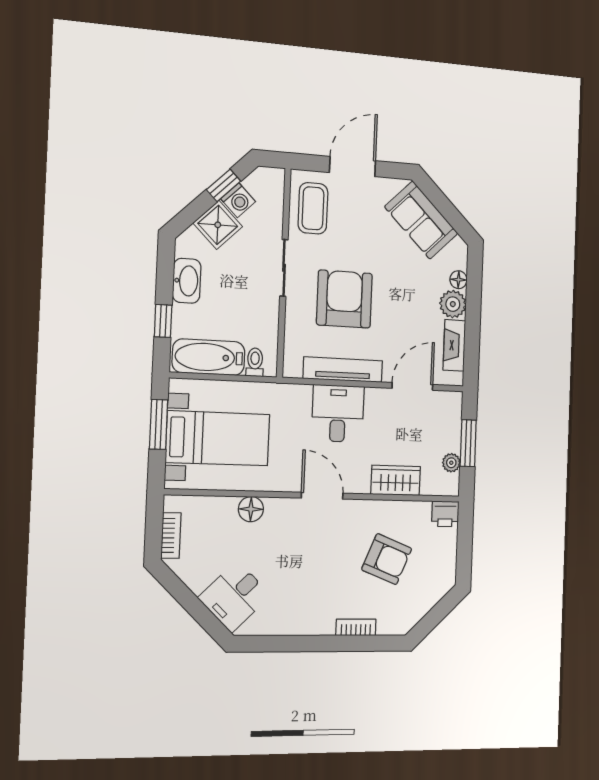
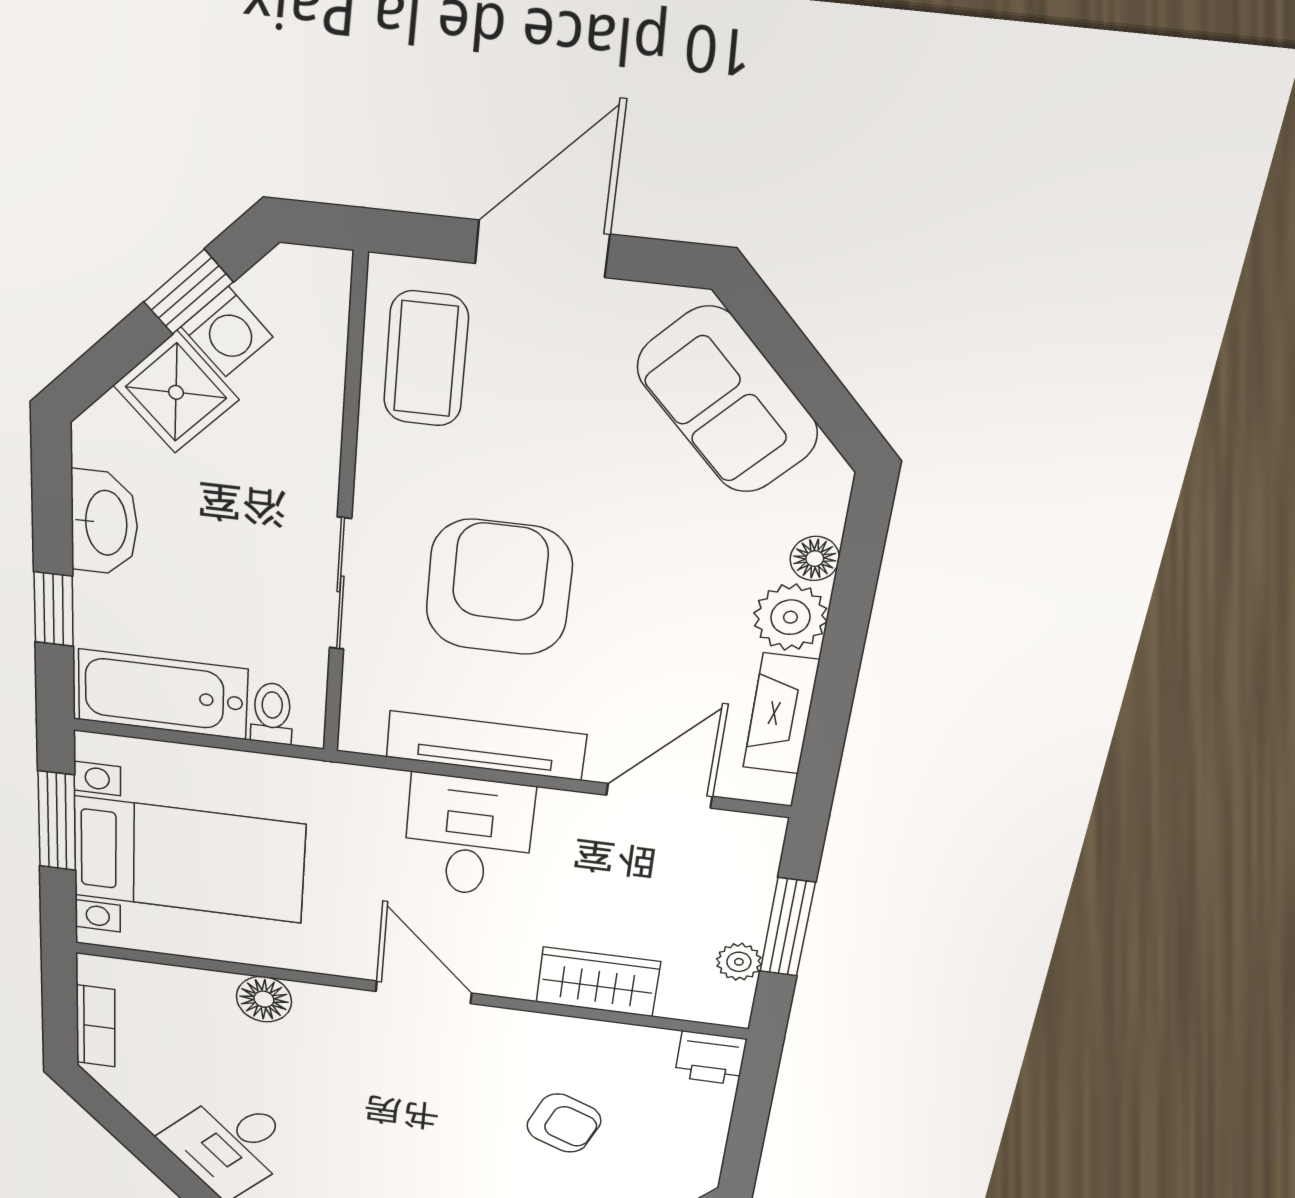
sliding door: (284, 268) -> (340, 584), moved
armchair: (387, 559) -> (564, 1123), width x0.72, depth x0.72

